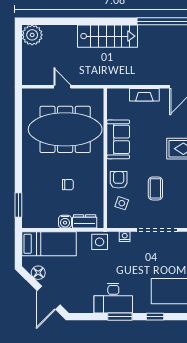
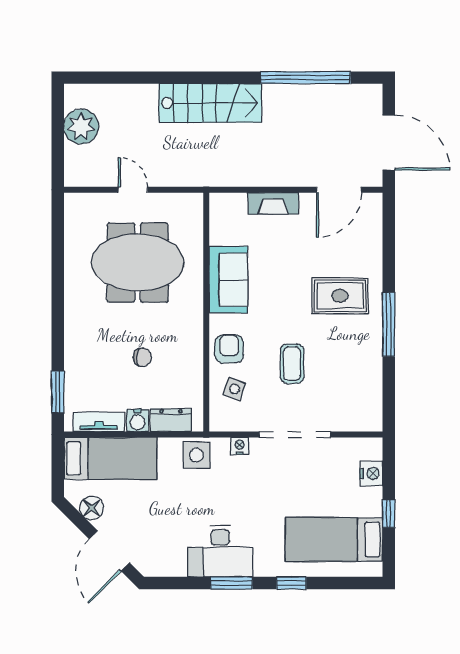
plant: (32, 35) -> (81, 126), moved
meeting table: (65, 129) -> (138, 263), width x0.73
tv unit: (42, 222) -> (99, 422), added

